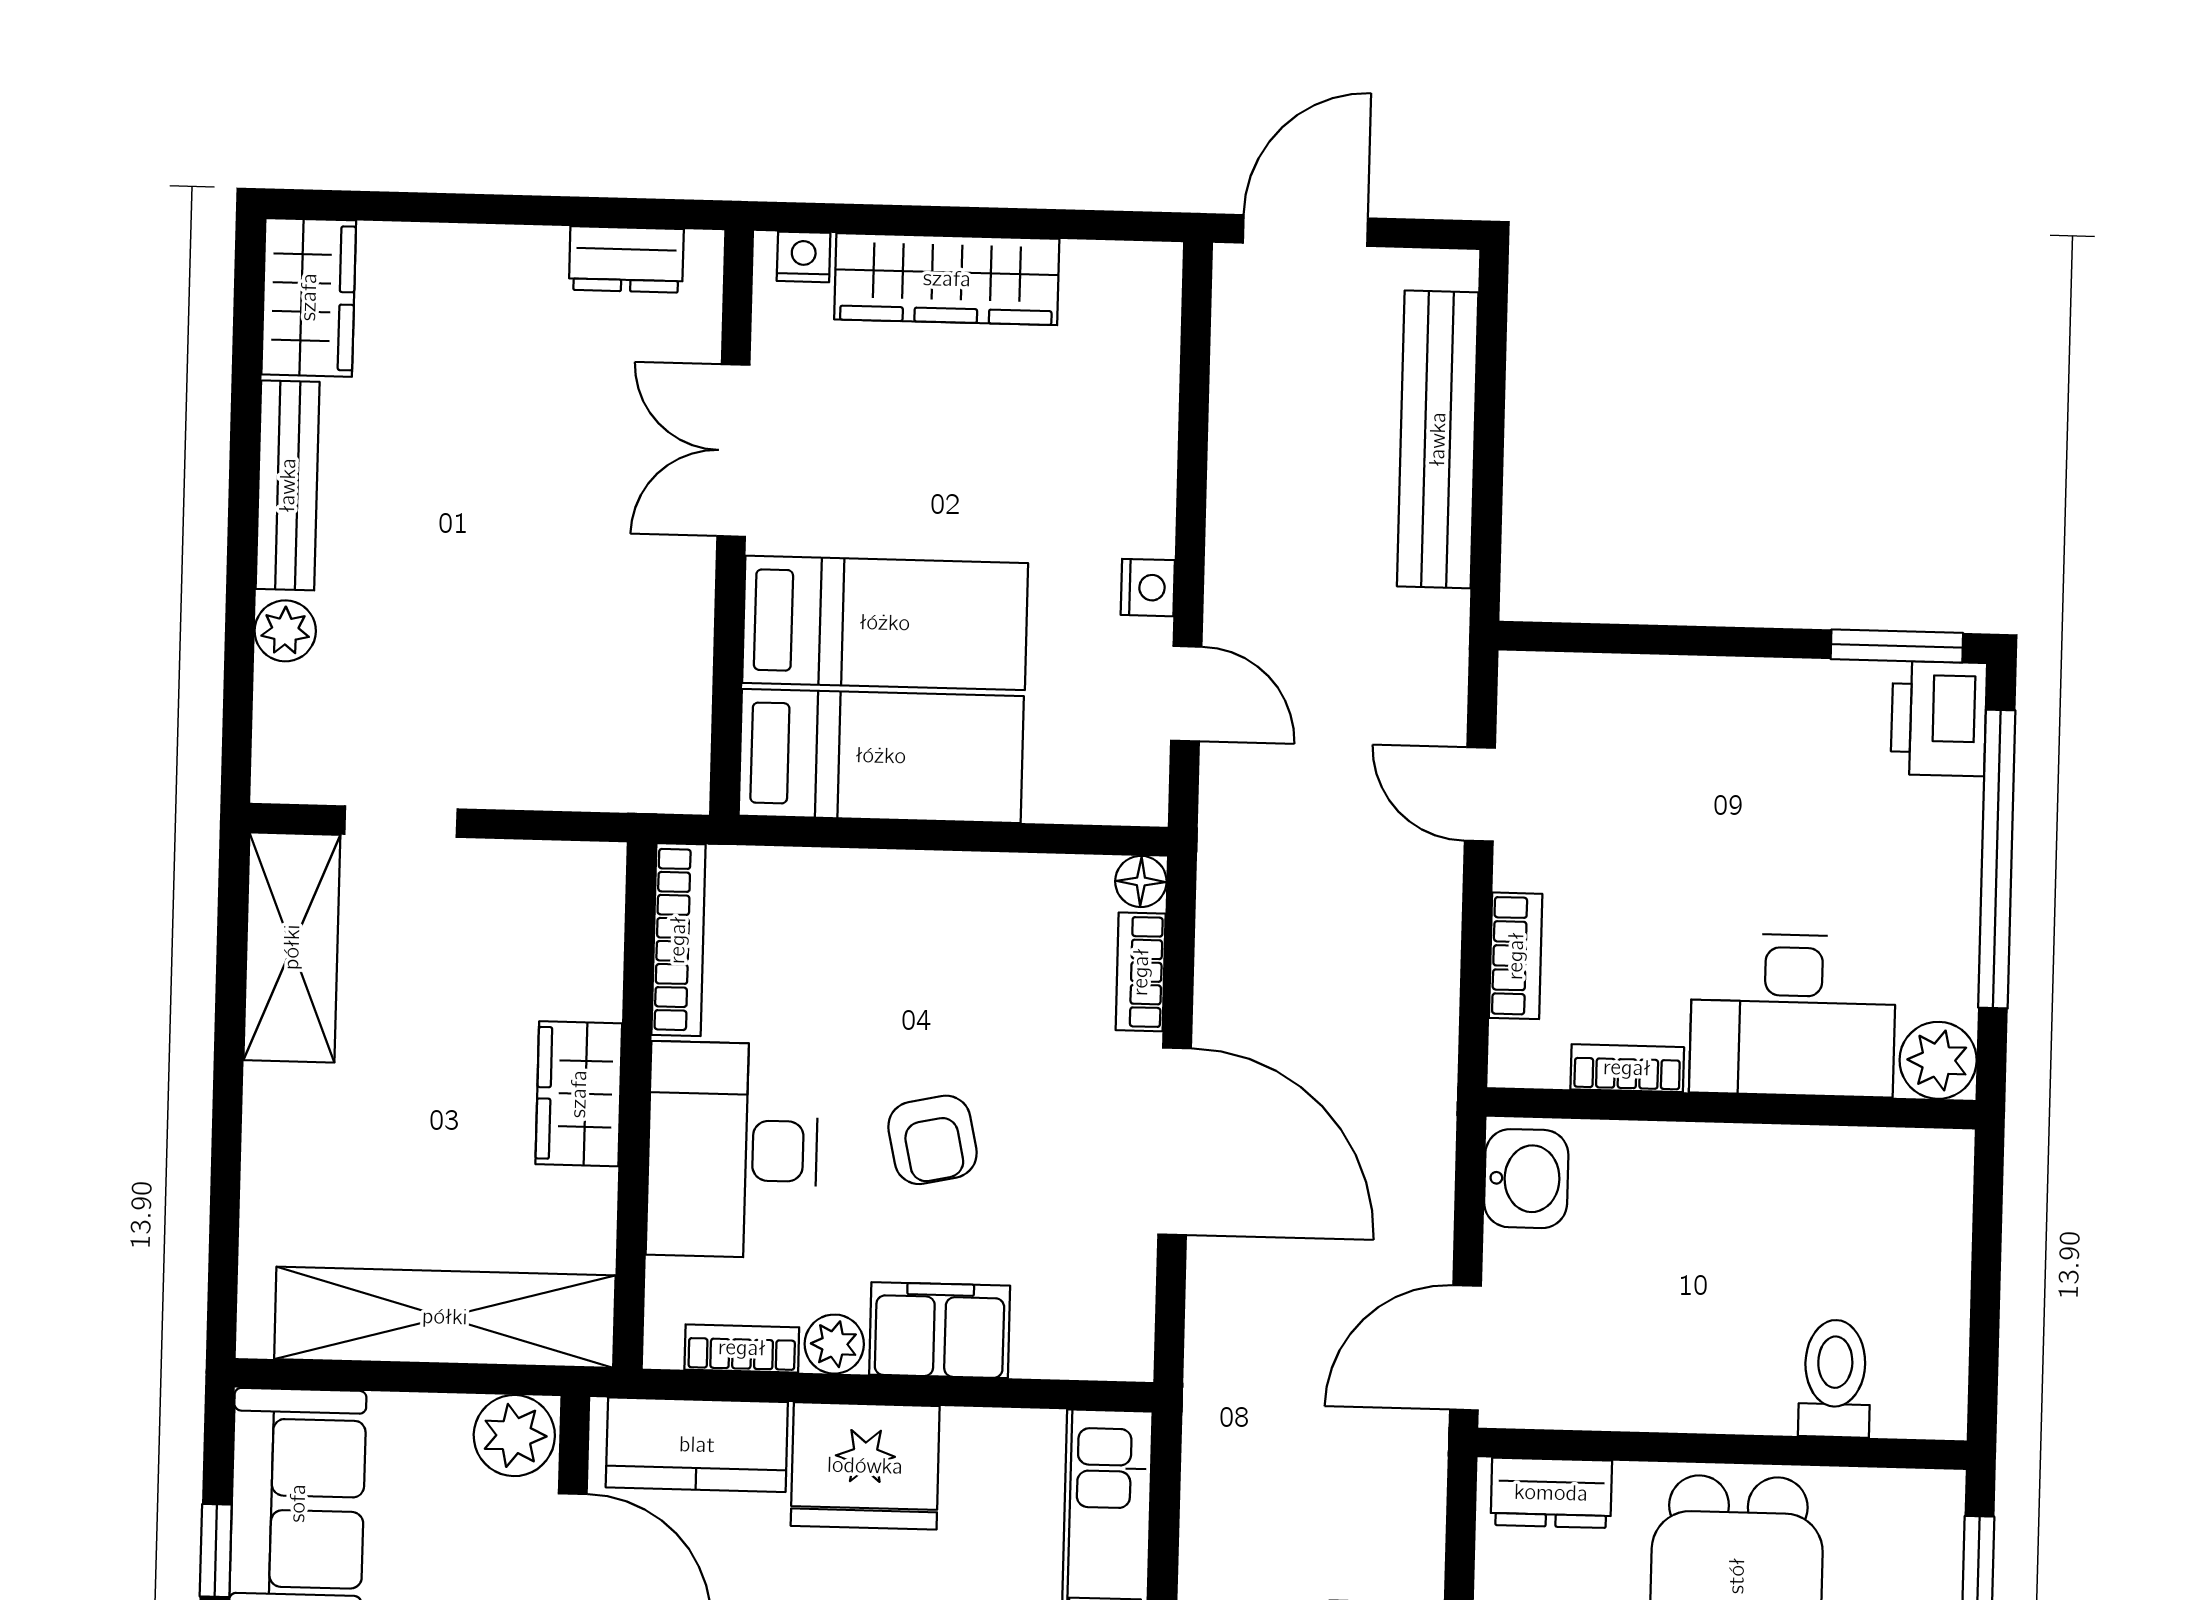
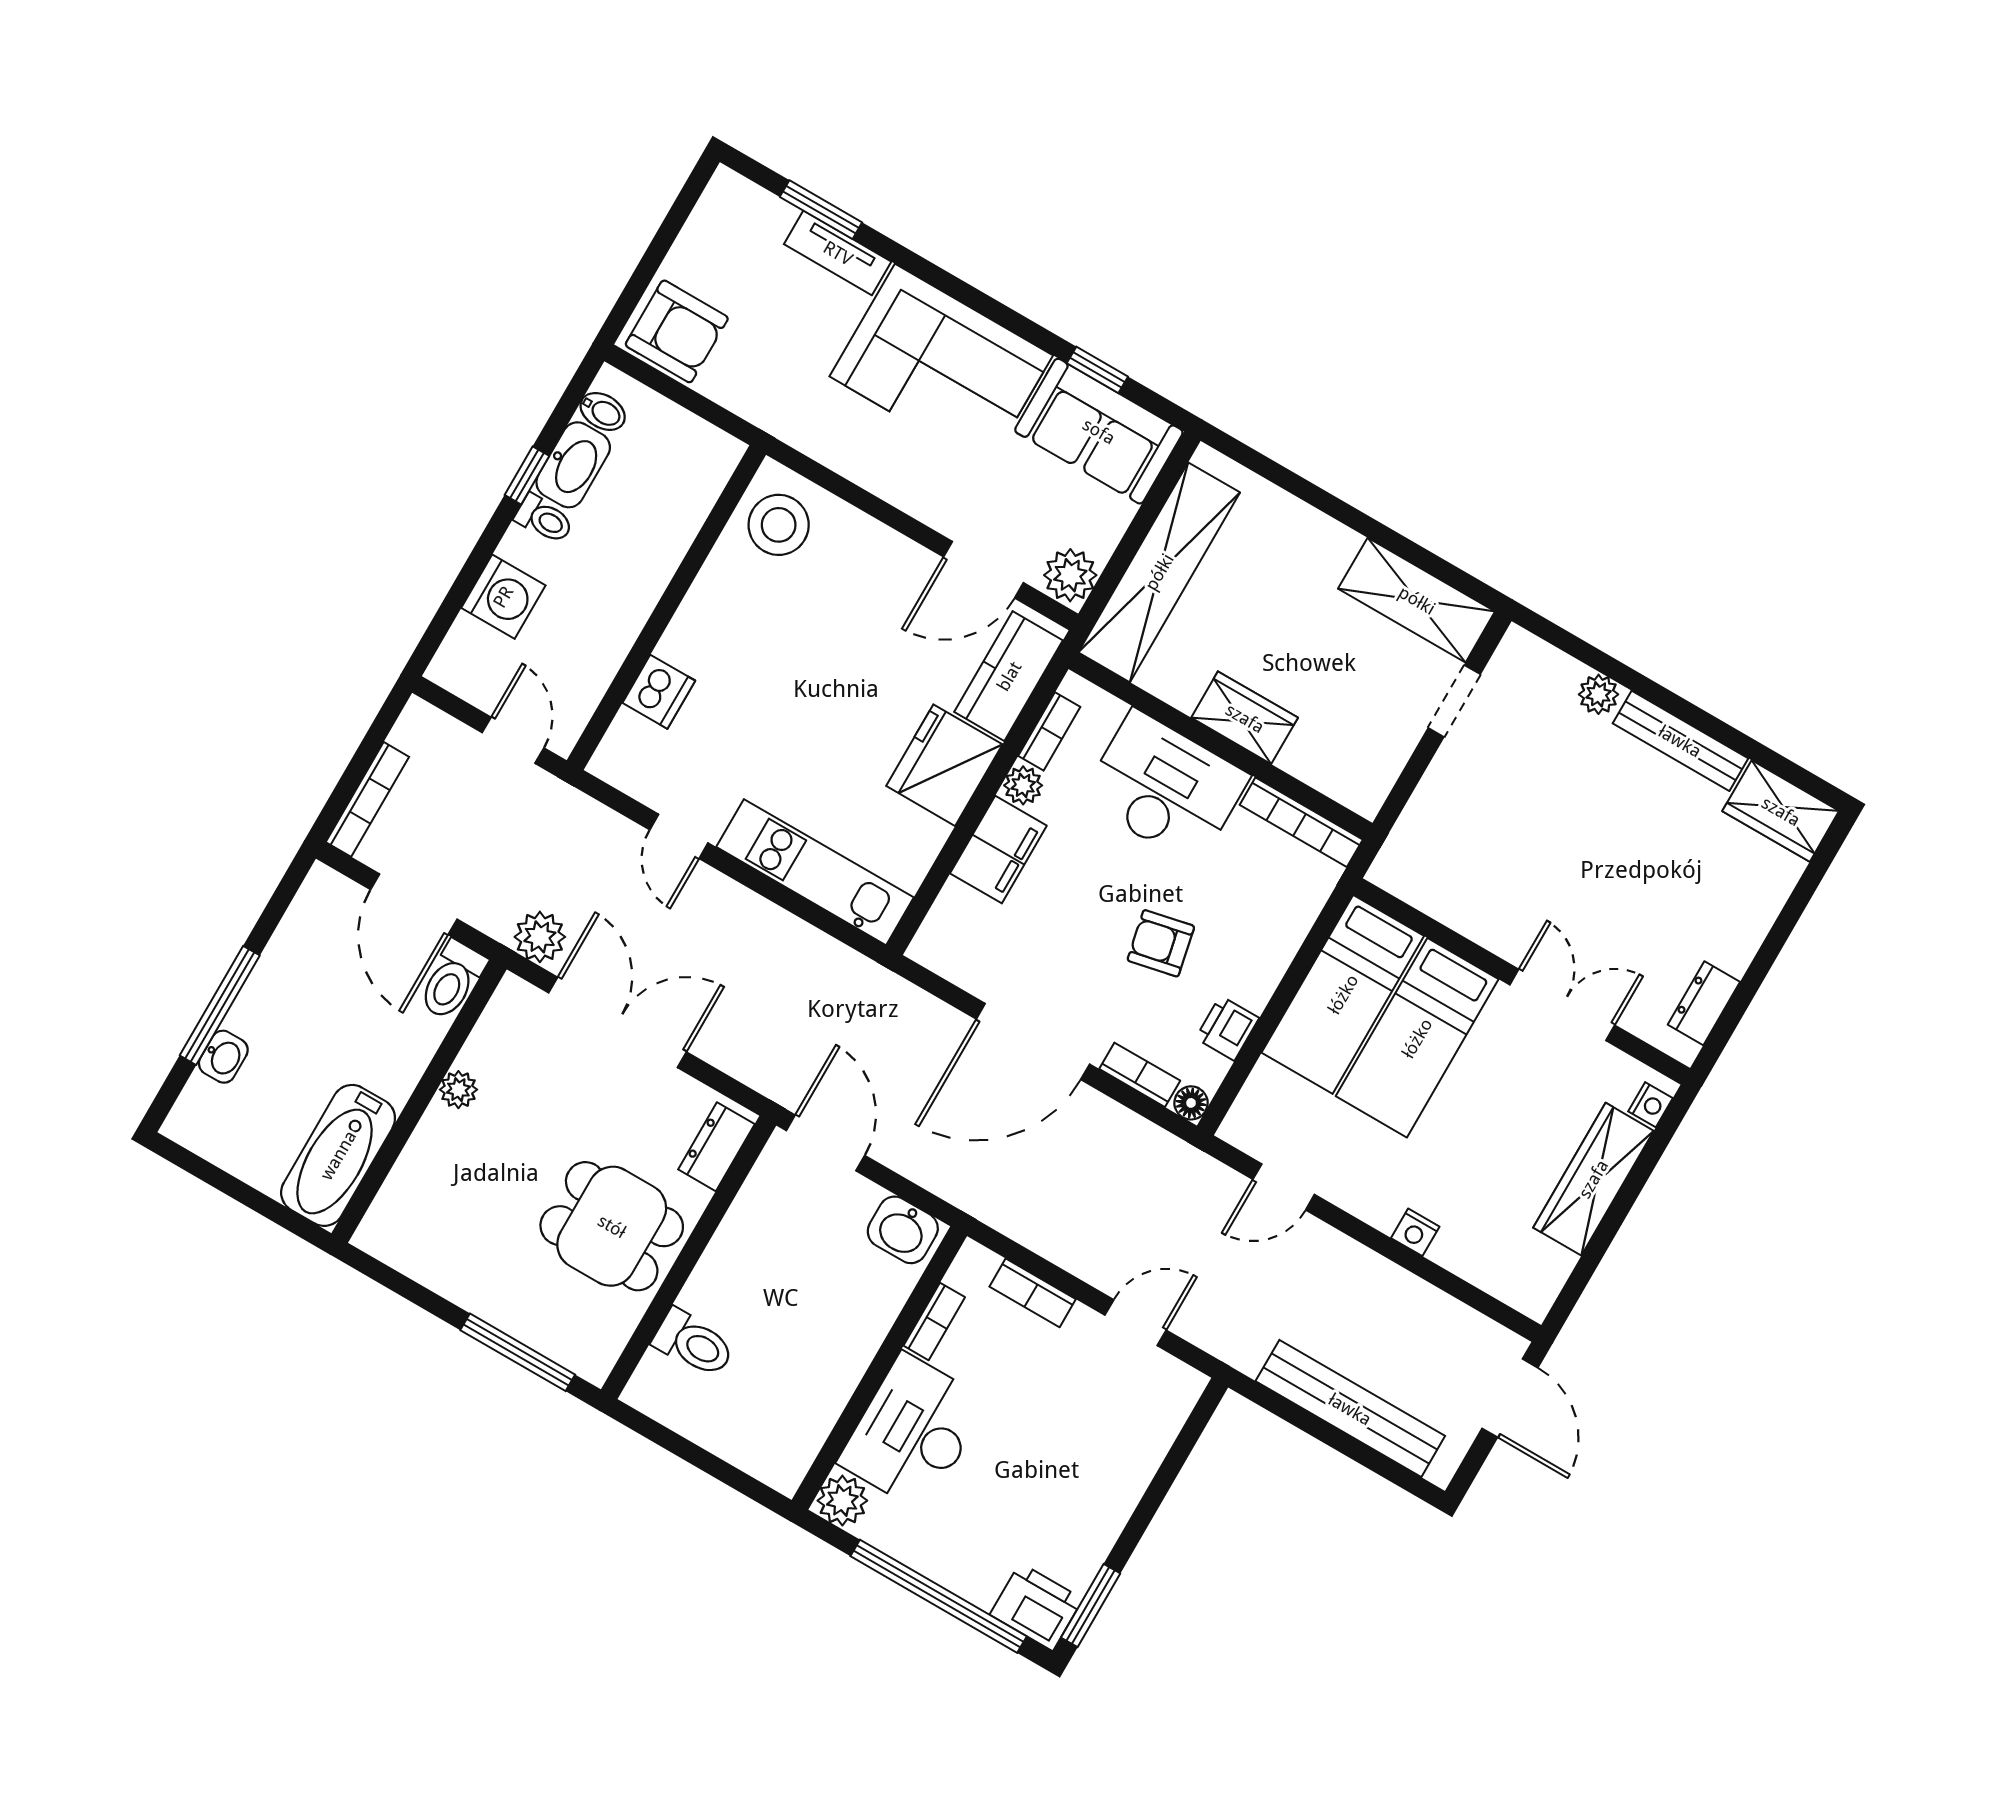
nightstand: (1148, 588) -> (1415, 1232), moved
printer: (1013, 888) -> (1227, 1028), added
armchair: (932, 1140) -> (1161, 943), moved

